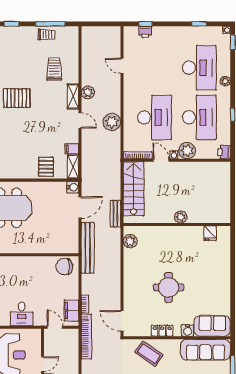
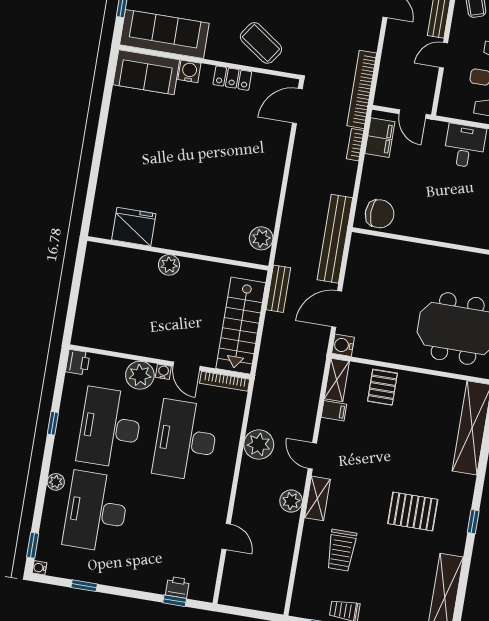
fridge: (210, 233) -> (134, 227), width x1.88, depth x1.34
round table: (169, 287) -> (209, 149), removed
door: (122, 321) -> (297, 106), swing flipped

